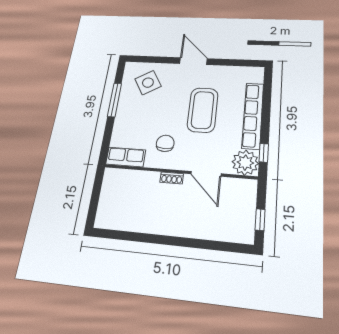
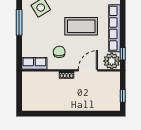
coffee table: (203, 110) -> (81, 26), turned 90
door: (206, 174) -> (88, 70), swing flipped

